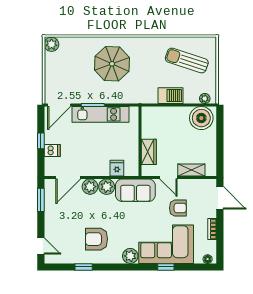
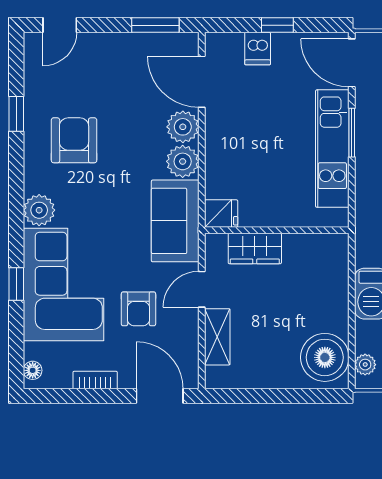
fridge: (117, 168) -> (221, 214), moved
door: (220, 198) -> (160, 396), swing flipped

